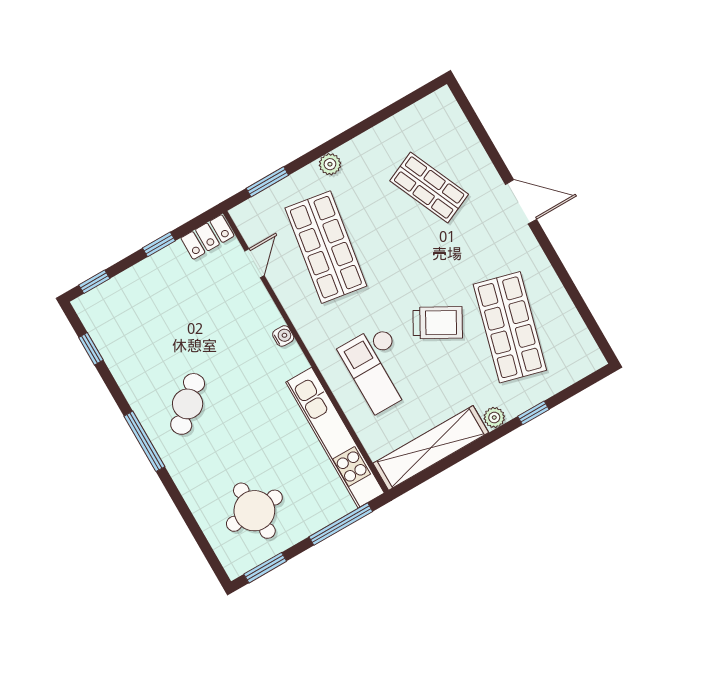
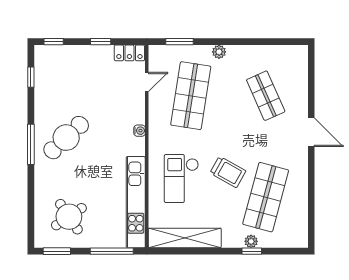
cafe table: (188, 404) -> (66, 138), width x1.37, depth x1.35
plant: (494, 417) -> (251, 241), moved
round table: (254, 511) -> (69, 217), turned -31

